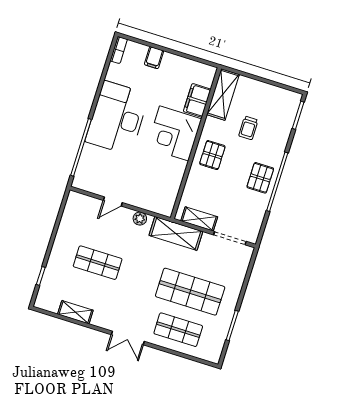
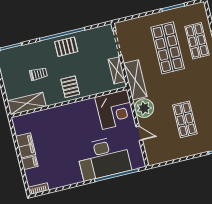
filing cabinet: (197, 100) -> (26, 145), moved, turned -90
desk: (117, 118) -> (104, 158), moved
corner desk: (174, 133) -> (115, 109), moved
pallet: (212, 155) -> (70, 87), turned 90
plant: (140, 219) -> (144, 108), width x1.87, depth x1.87

